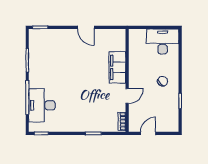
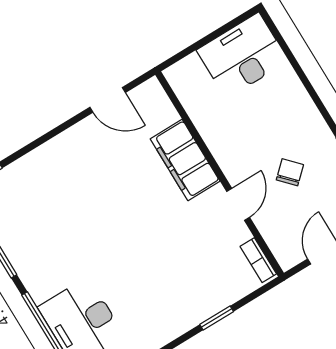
door: (86, 27) -> (108, 100), moved
chair: (163, 81) -> (290, 172), moved

